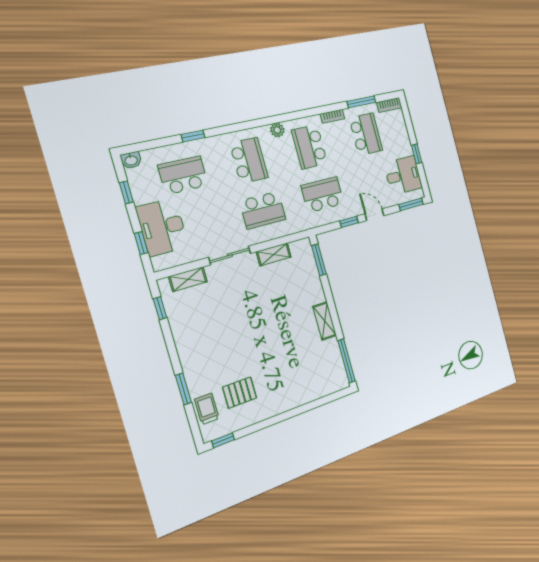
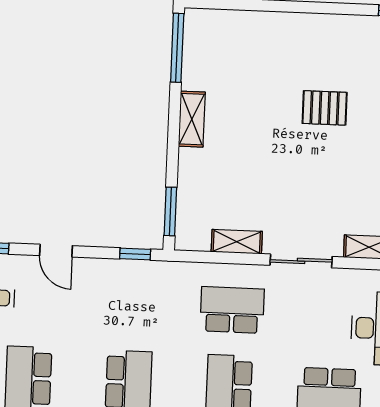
school desk: (323, 195) -> (132, 306), removed
window: (349, 222) -> (135, 254), moved
pallet: (240, 393) -> (325, 108), moved

